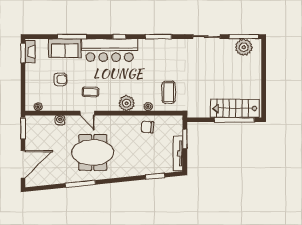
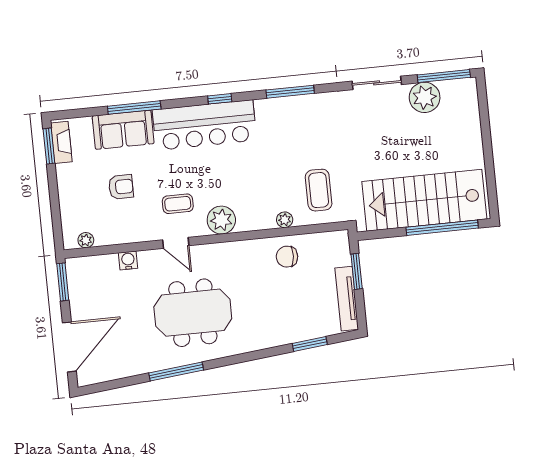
plant: (244, 47) -> (425, 97), moved
plant: (127, 103) -> (221, 220), moved
stairs: (235, 108) -> (424, 200), width x1.36, depth x1.51

